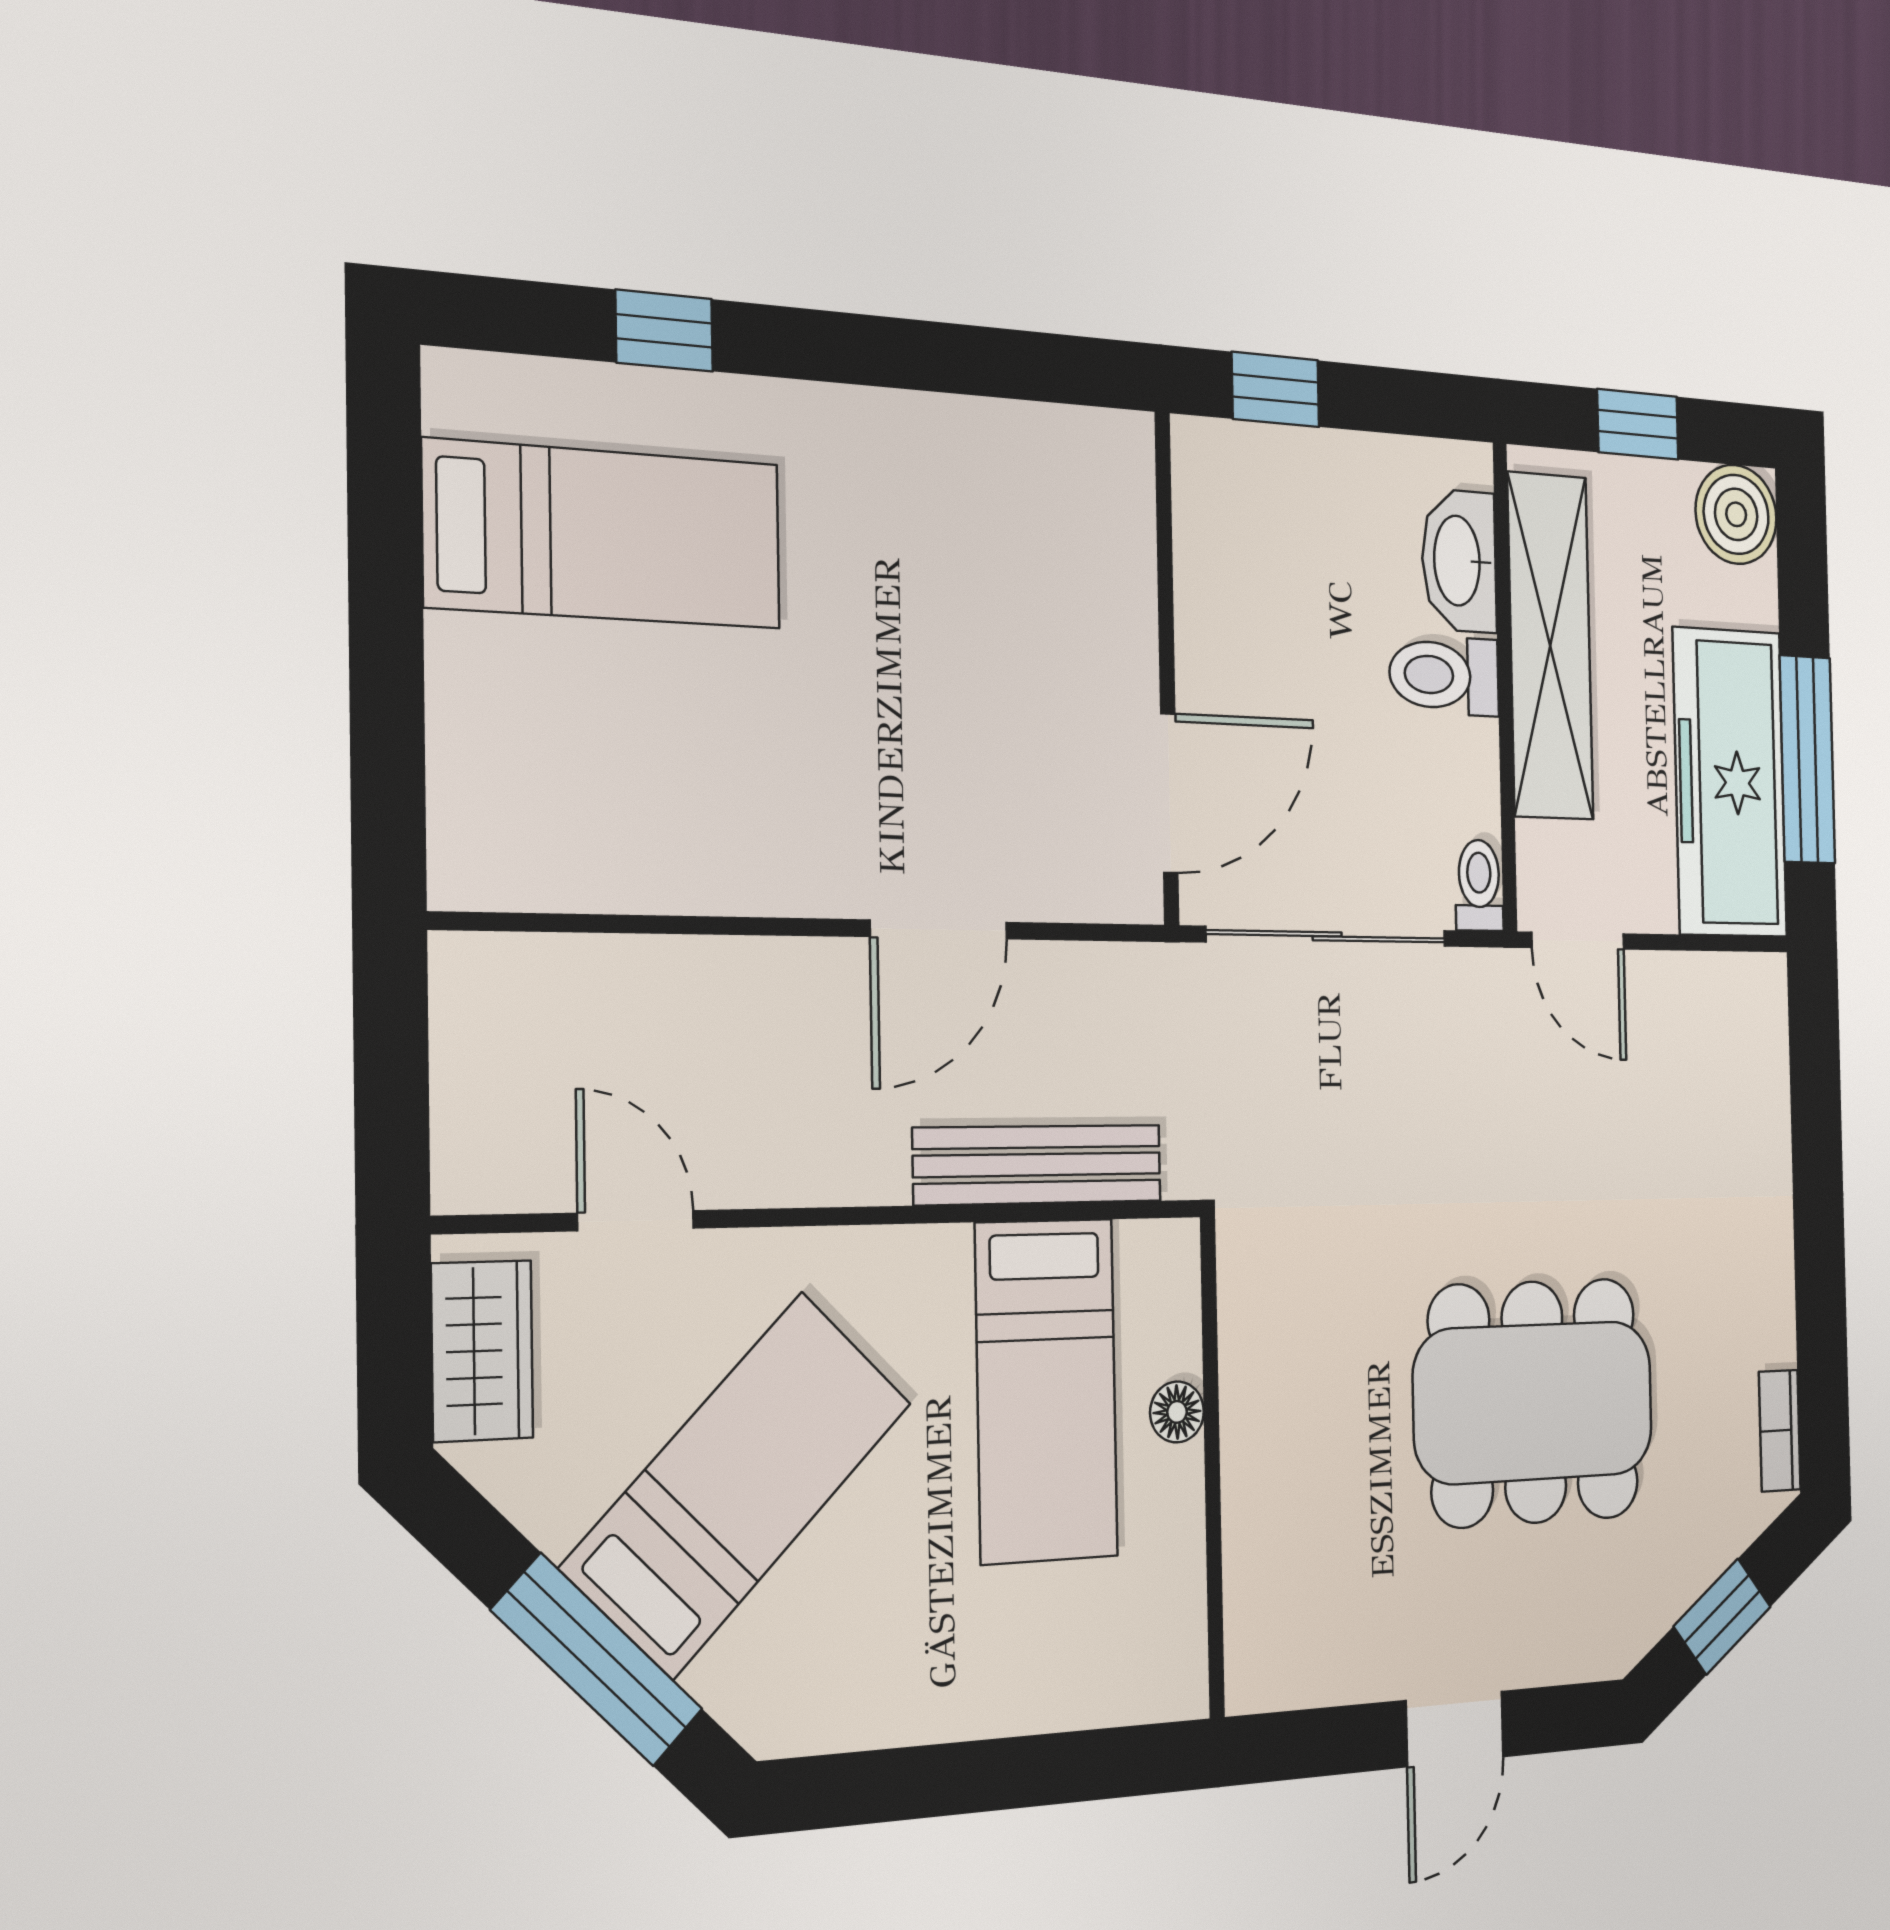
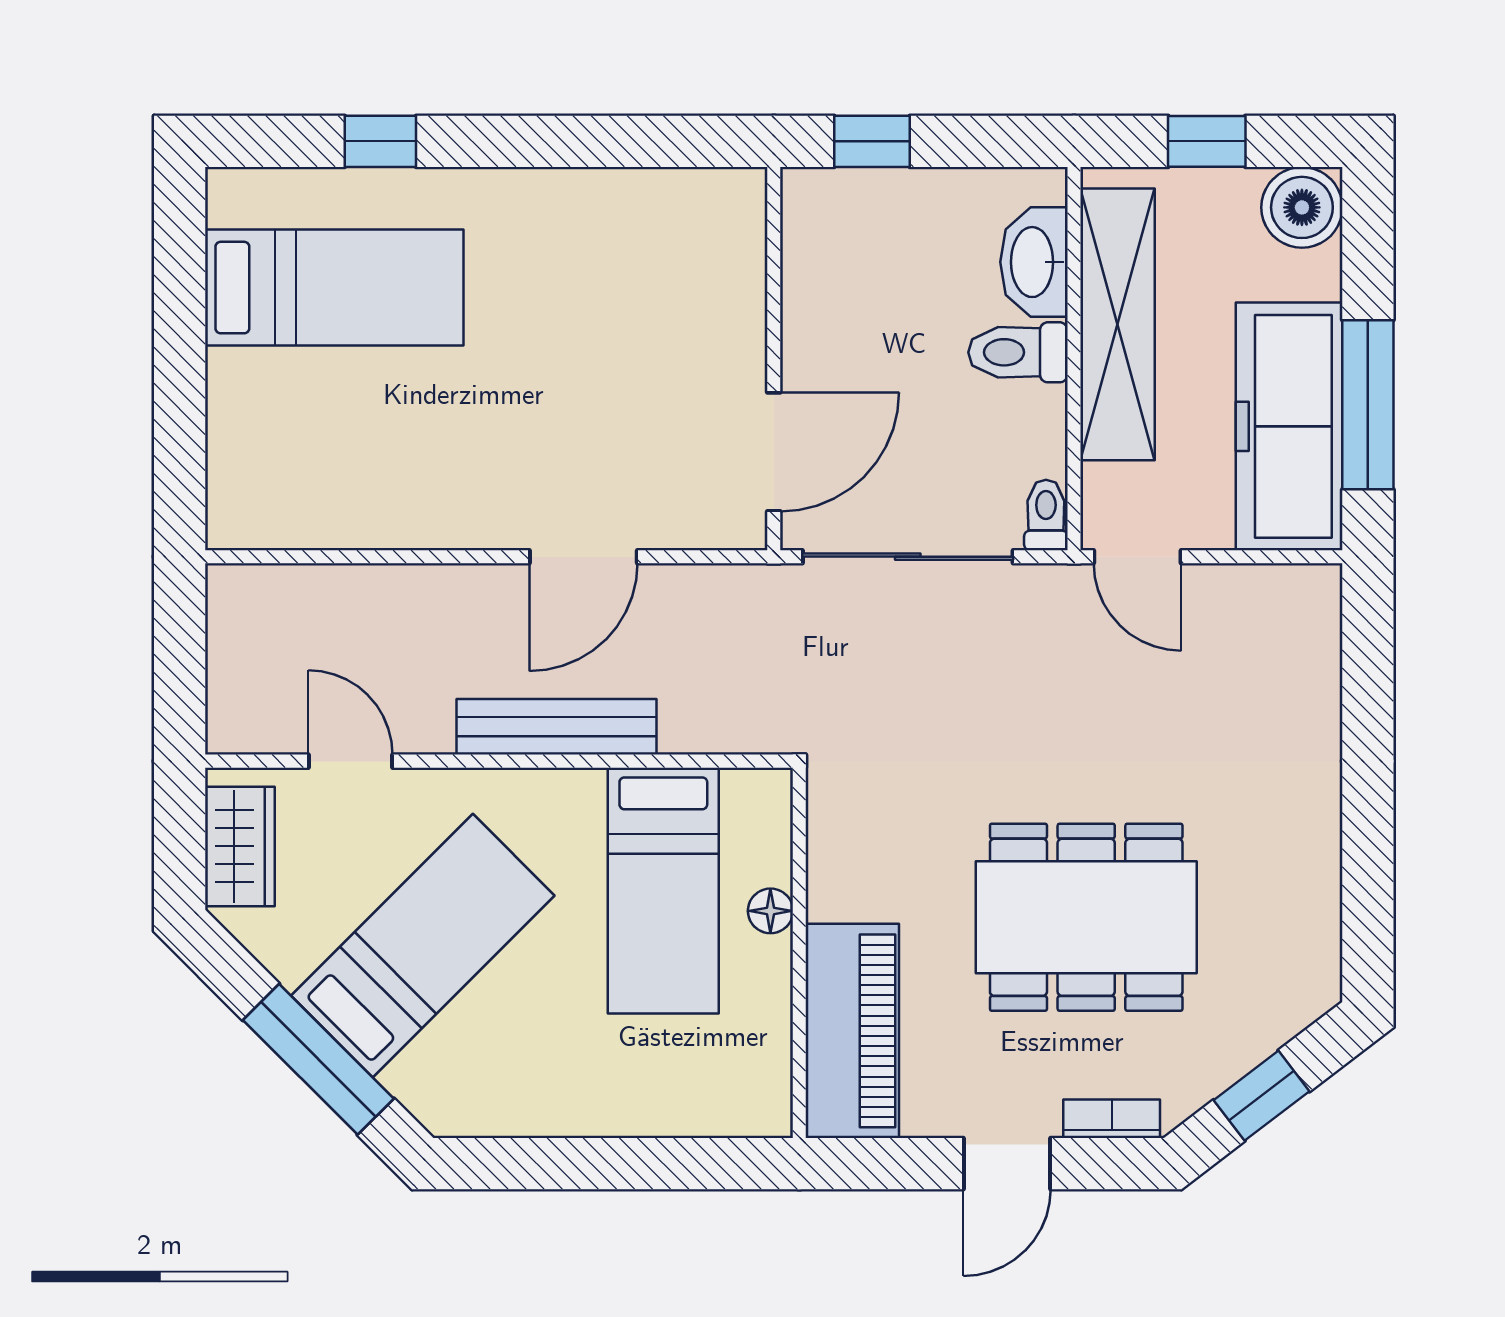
bench: (1038, 1165) -> (556, 727), moved
bookcase: (1780, 1431) -> (1112, 1119), moved, turned 90
piano: (1276, 1568) -> (852, 1031), added

